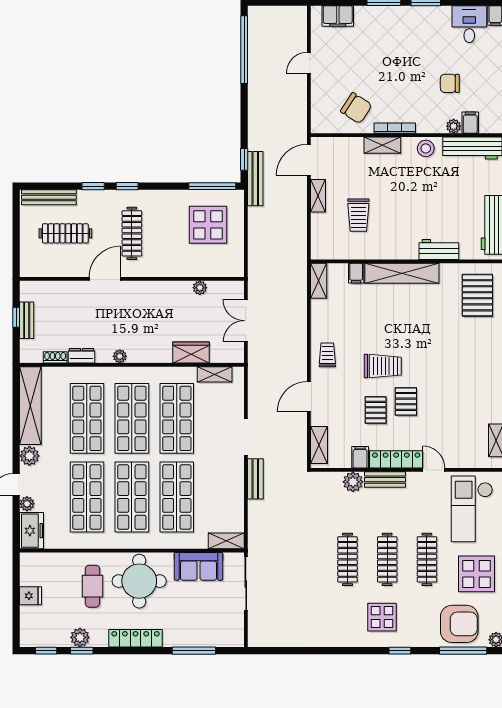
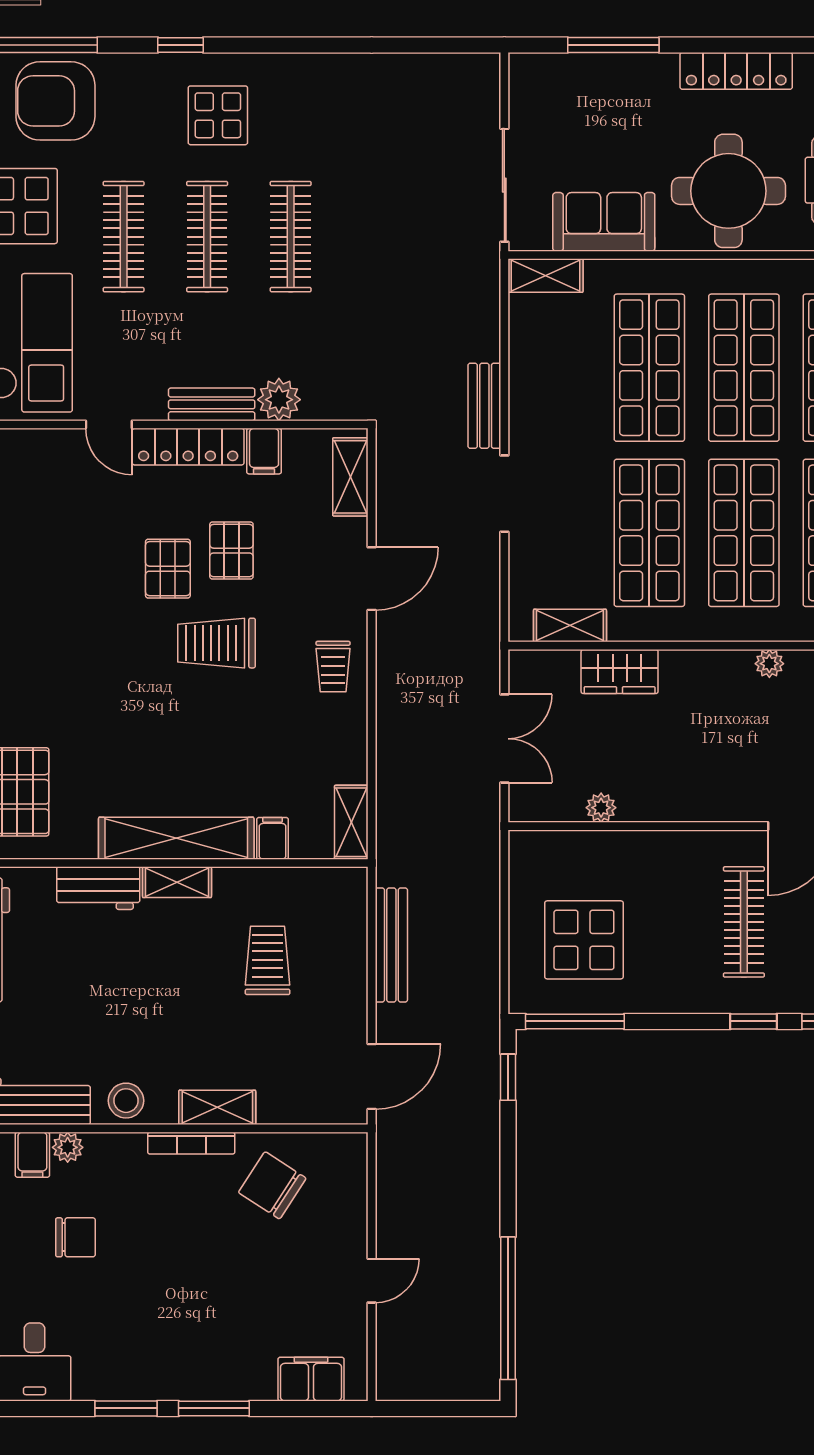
bench: (255, 179) -> (391, 945), moved
shelving: (318, 196) -> (177, 882), moved, turned 90

